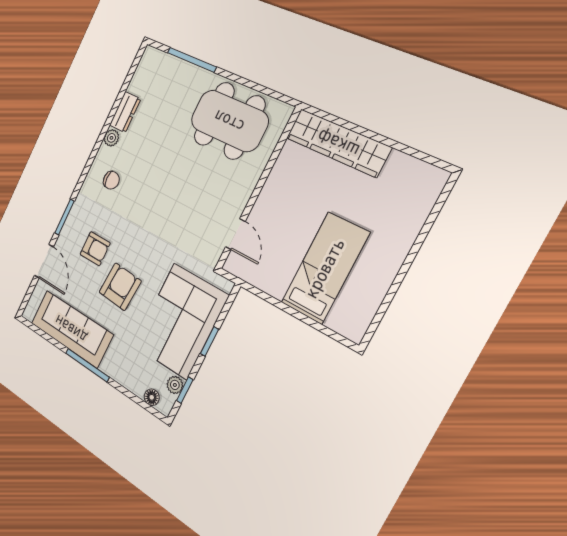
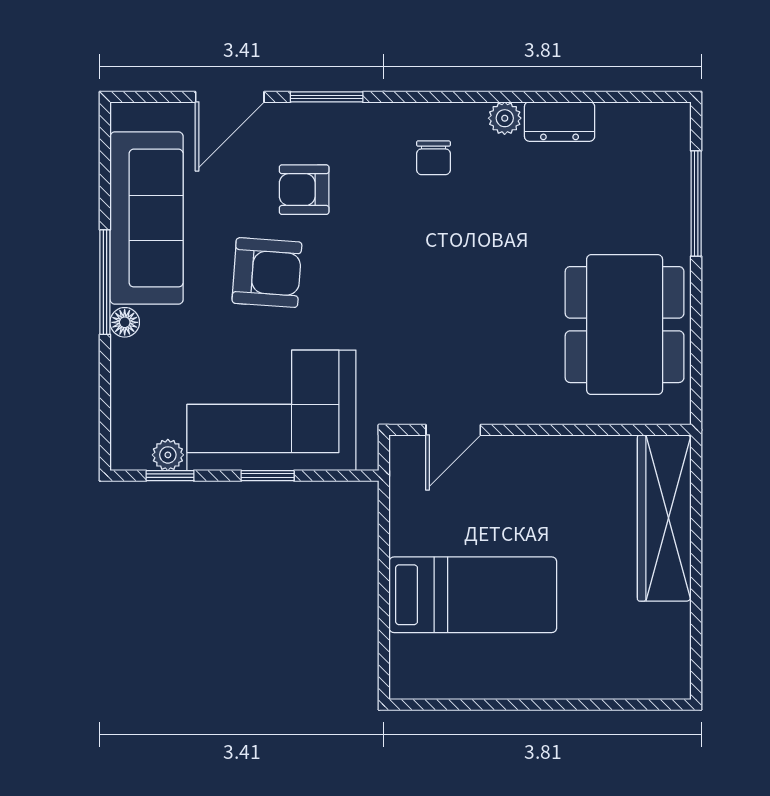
armchair: (95, 249) -> (304, 190), turned 90
floor lamp: (152, 397) -> (125, 322), moved

